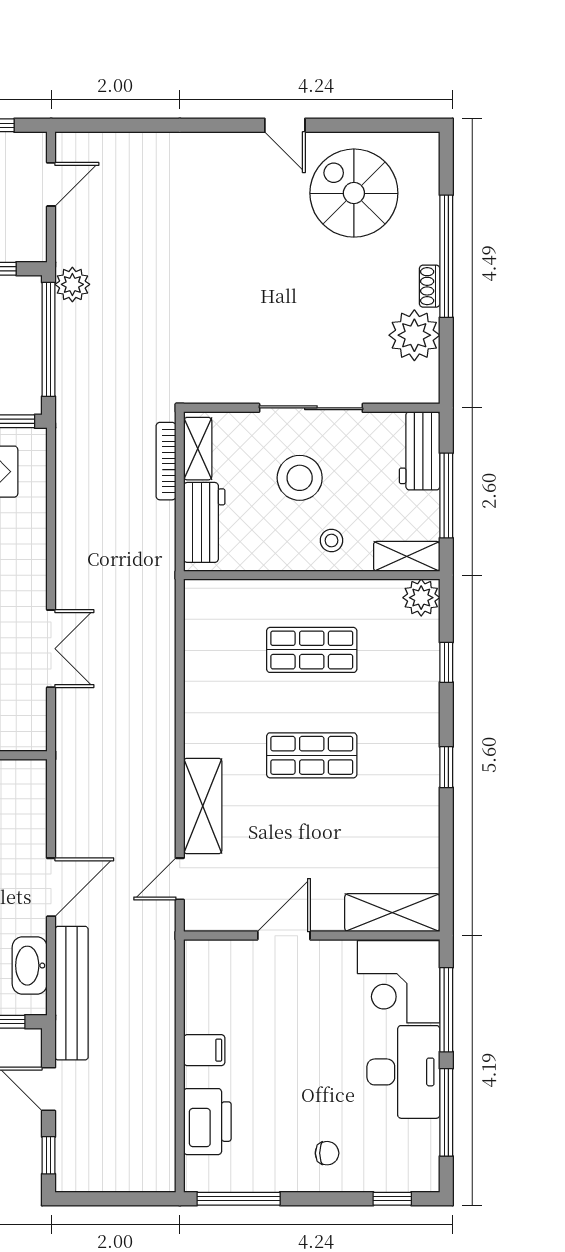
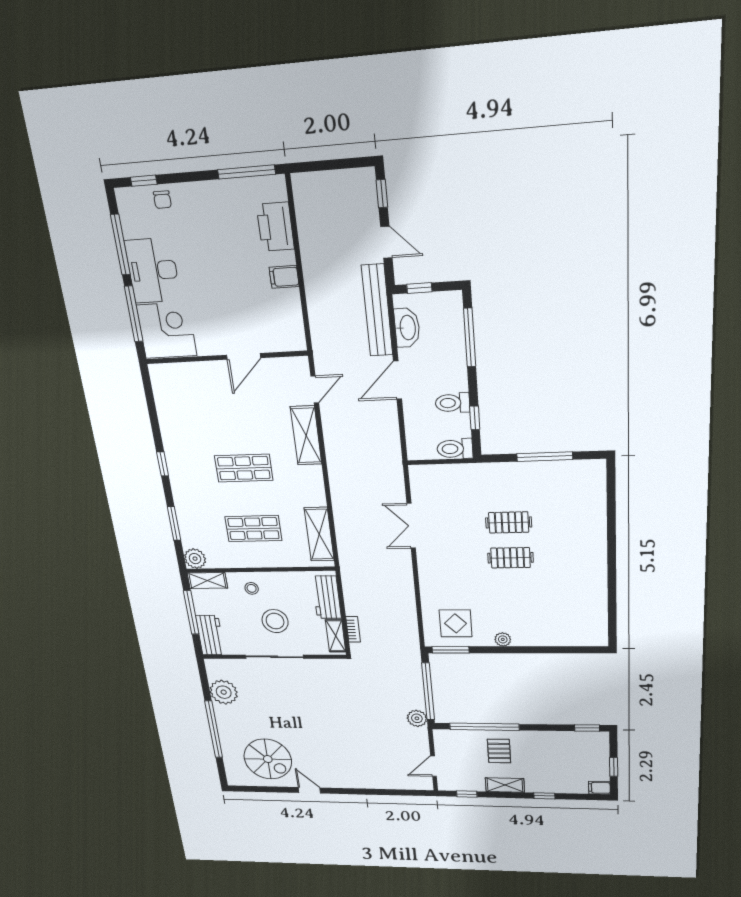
shoe rack: (430, 286) -> (220, 715), removed
bookcase: (166, 461) -> (353, 629), width x0.64
window: (446, 662) -> (174, 523), width x1.50
shelving: (392, 913) -> (319, 534), moved, turned 90
chair: (327, 1153) -> (162, 200), moved, turned -90

